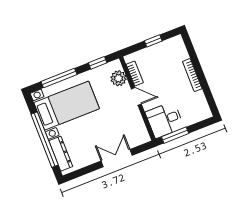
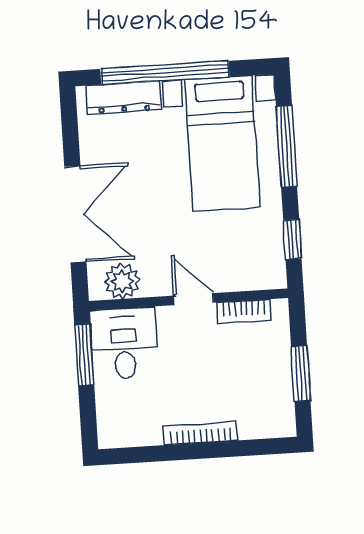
window: (153, 41) -> (301, 374), width x1.50
plant: (119, 78) -> (122, 281), moved
door: (136, 96) -> (194, 299), swing flipped
double door: (117, 158) -> (75, 214), width x1.37

